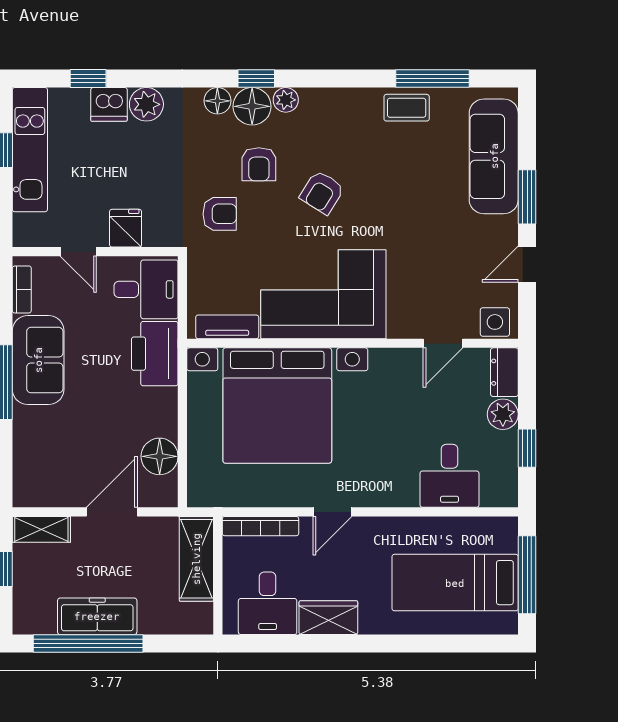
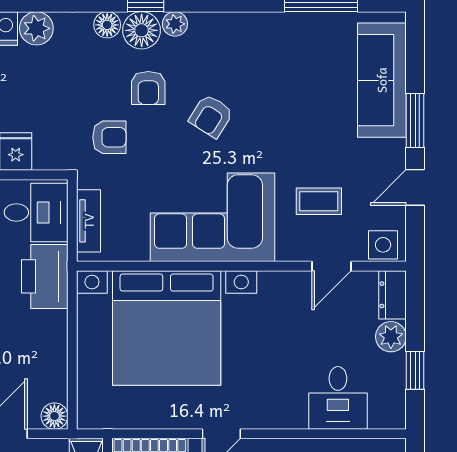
coffee table: (407, 108) -> (319, 201), moved
tv unit: (227, 327) -> (89, 221), moved, turned 90
floor lamp: (160, 456) -> (54, 416), moved, width x0.73, depth x0.73

